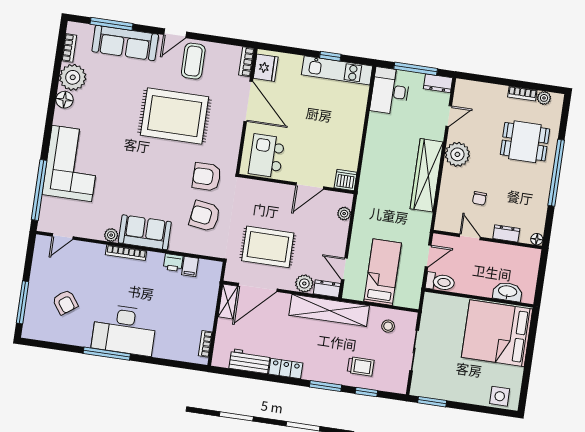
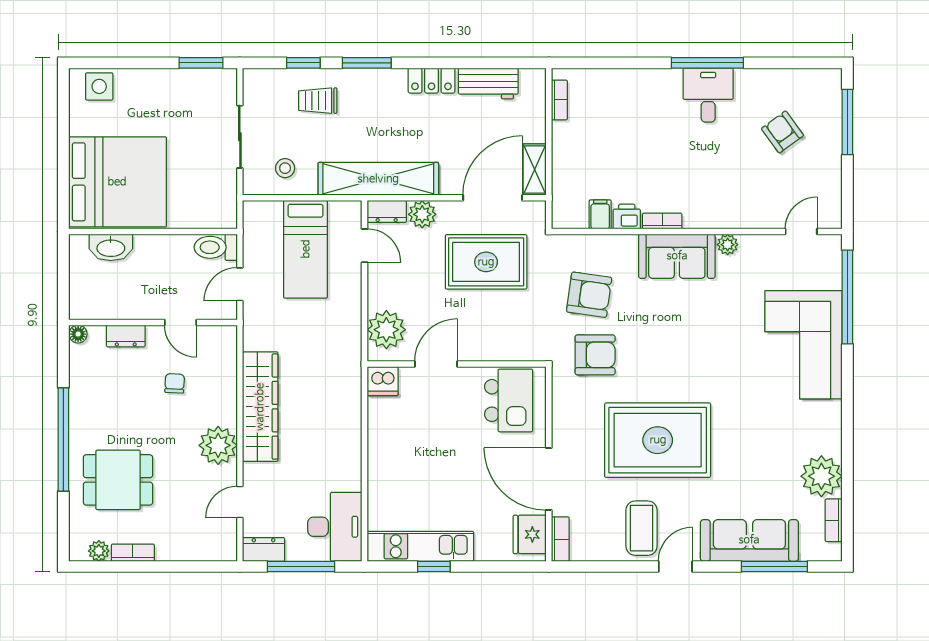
floor lamp: (65, 100) -> (829, 440), removed
plant: (344, 214) -> (386, 330), width x1.88, depth x1.88
bookcase: (126, 253) -> (662, 221), moved, width x0.64
desk: (124, 330) -> (708, 95), width x0.53, depth x0.77

